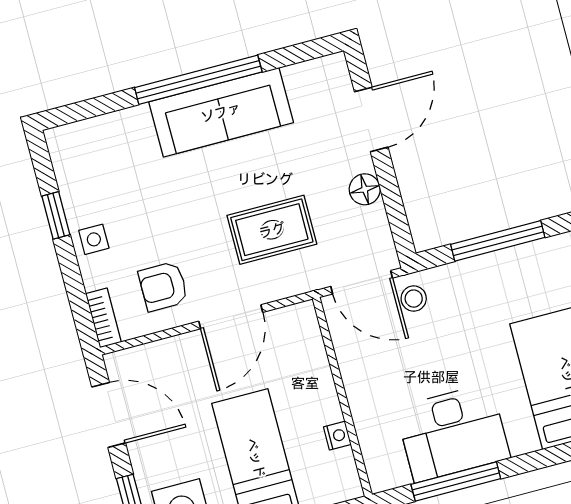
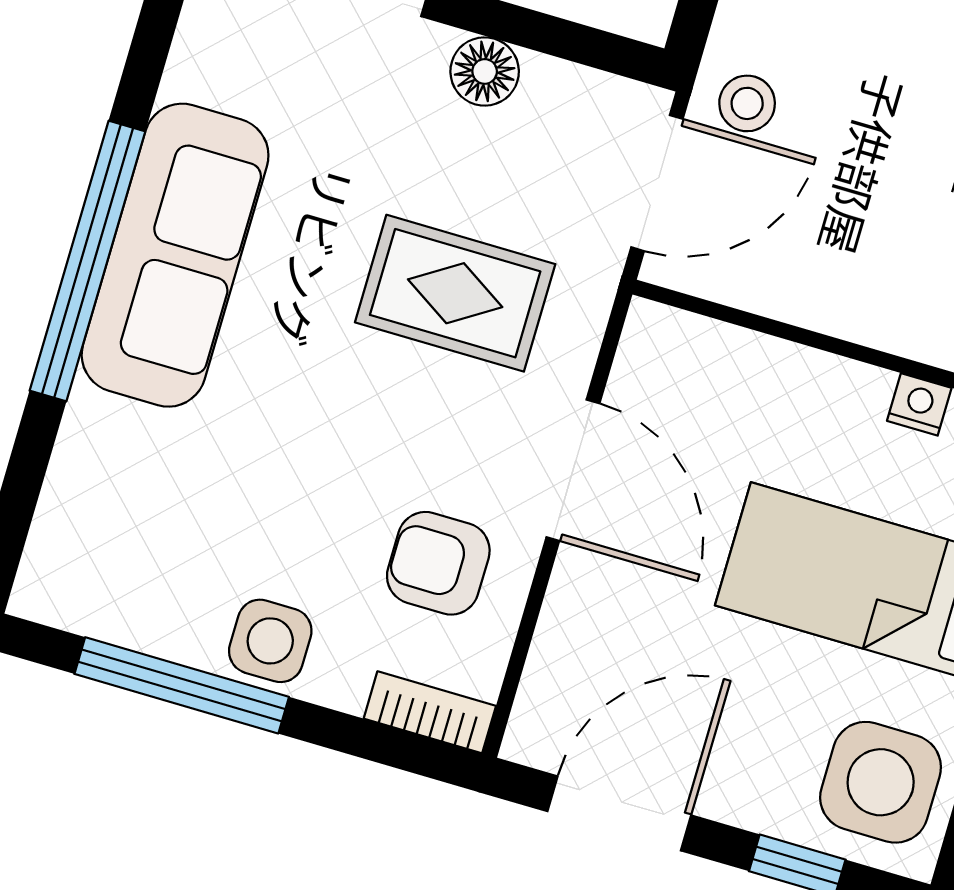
window: (56, 215) -> (182, 685), width x2.17
rug: (272, 230) -> (455, 293), turned 90
side table: (94, 239) -> (270, 641), width x1.37, depth x1.37
armchair: (163, 286) -> (438, 563), turned 90

